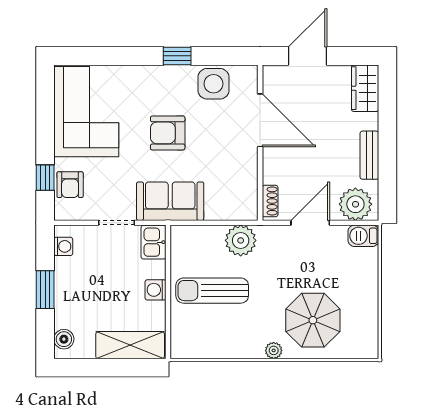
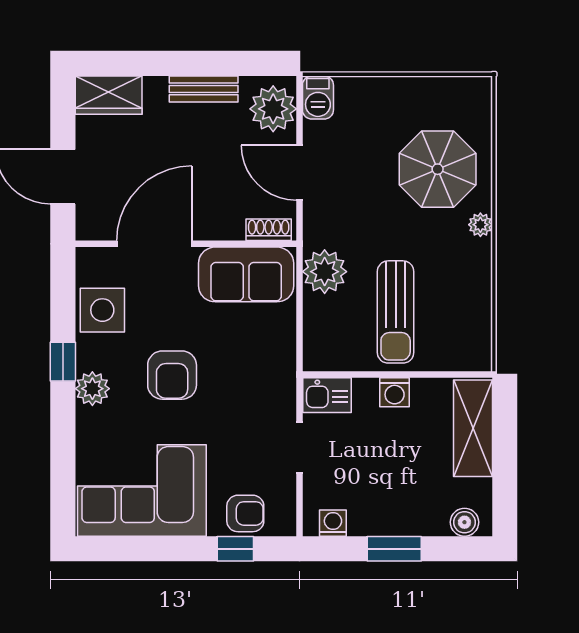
plant: (158, 77) -> (92, 389), added
sofa: (170, 201) -> (246, 274), moved, turned -90

